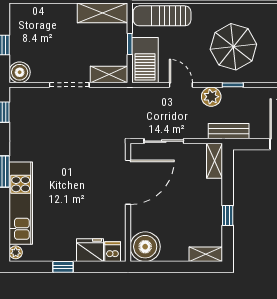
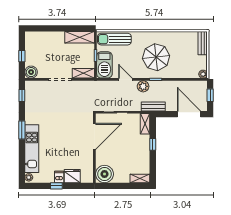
window: (228, 216) -> (153, 144), moved
dishwasher: (113, 252) -> (59, 177), moved

